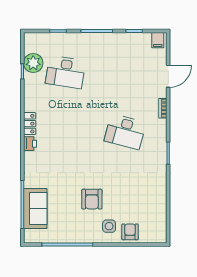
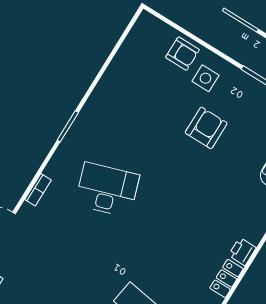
desk: (125, 132) -> (107, 190), turned -33
armchair: (130, 232) -> (183, 54), turned -90

